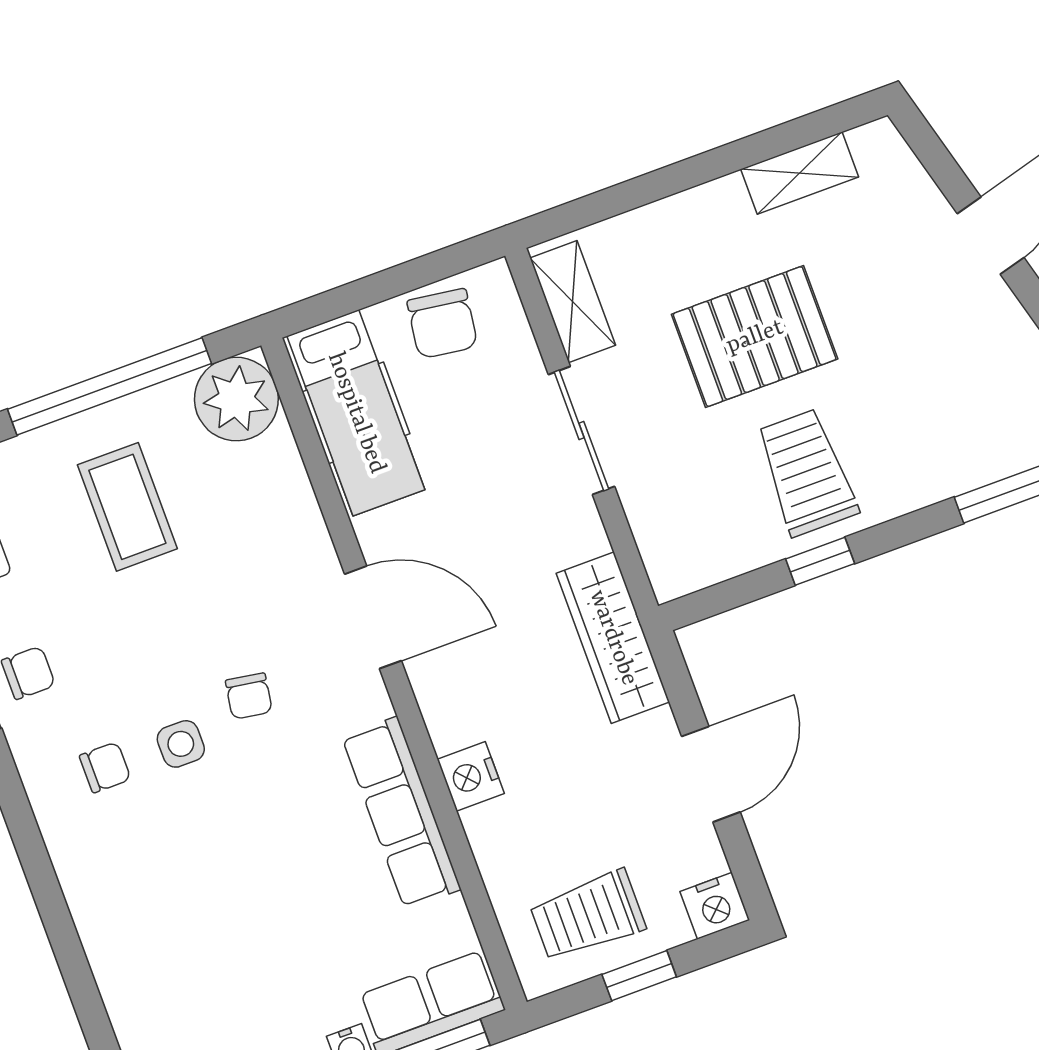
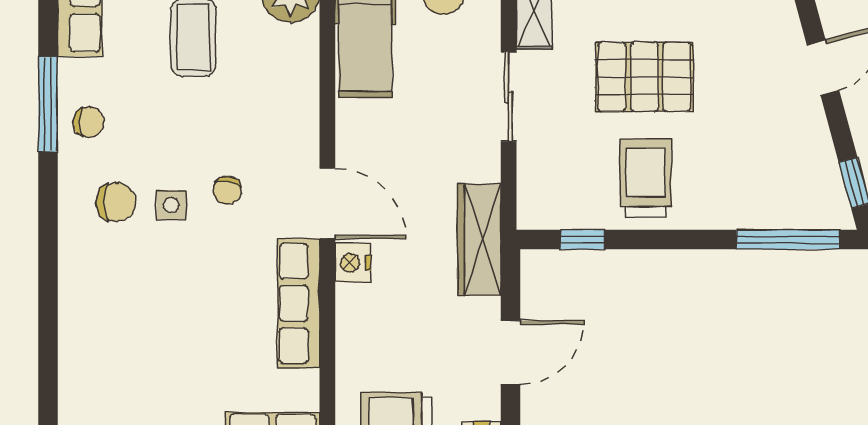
window: (820, 561) -> (582, 240), moved
door: (373, 617) -> (327, 203), moved
chair: (105, 767) -> (116, 202), width x1.37, depth x1.37
nightstand: (471, 776) -> (353, 263), moved

